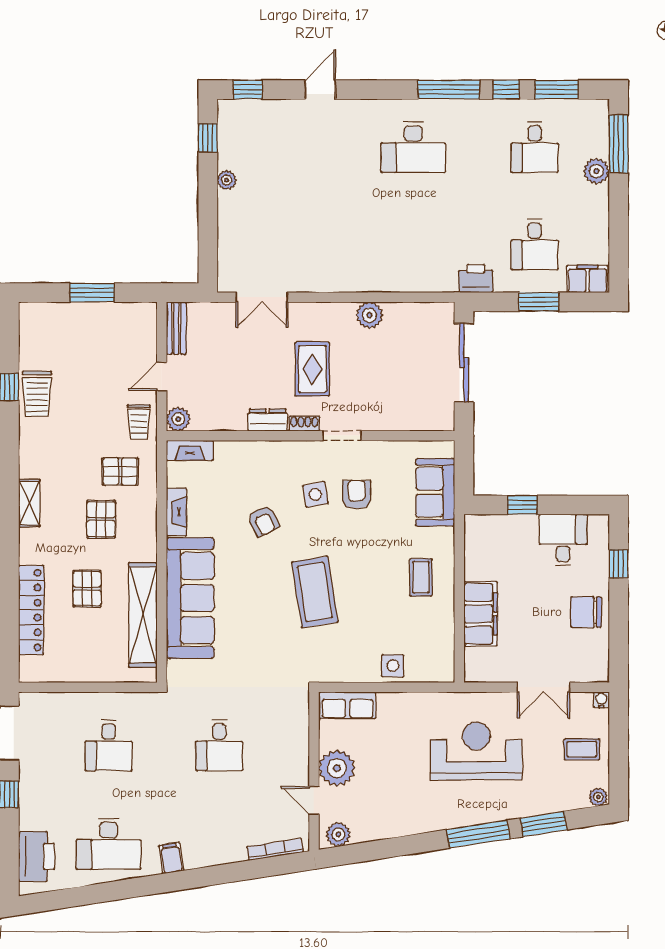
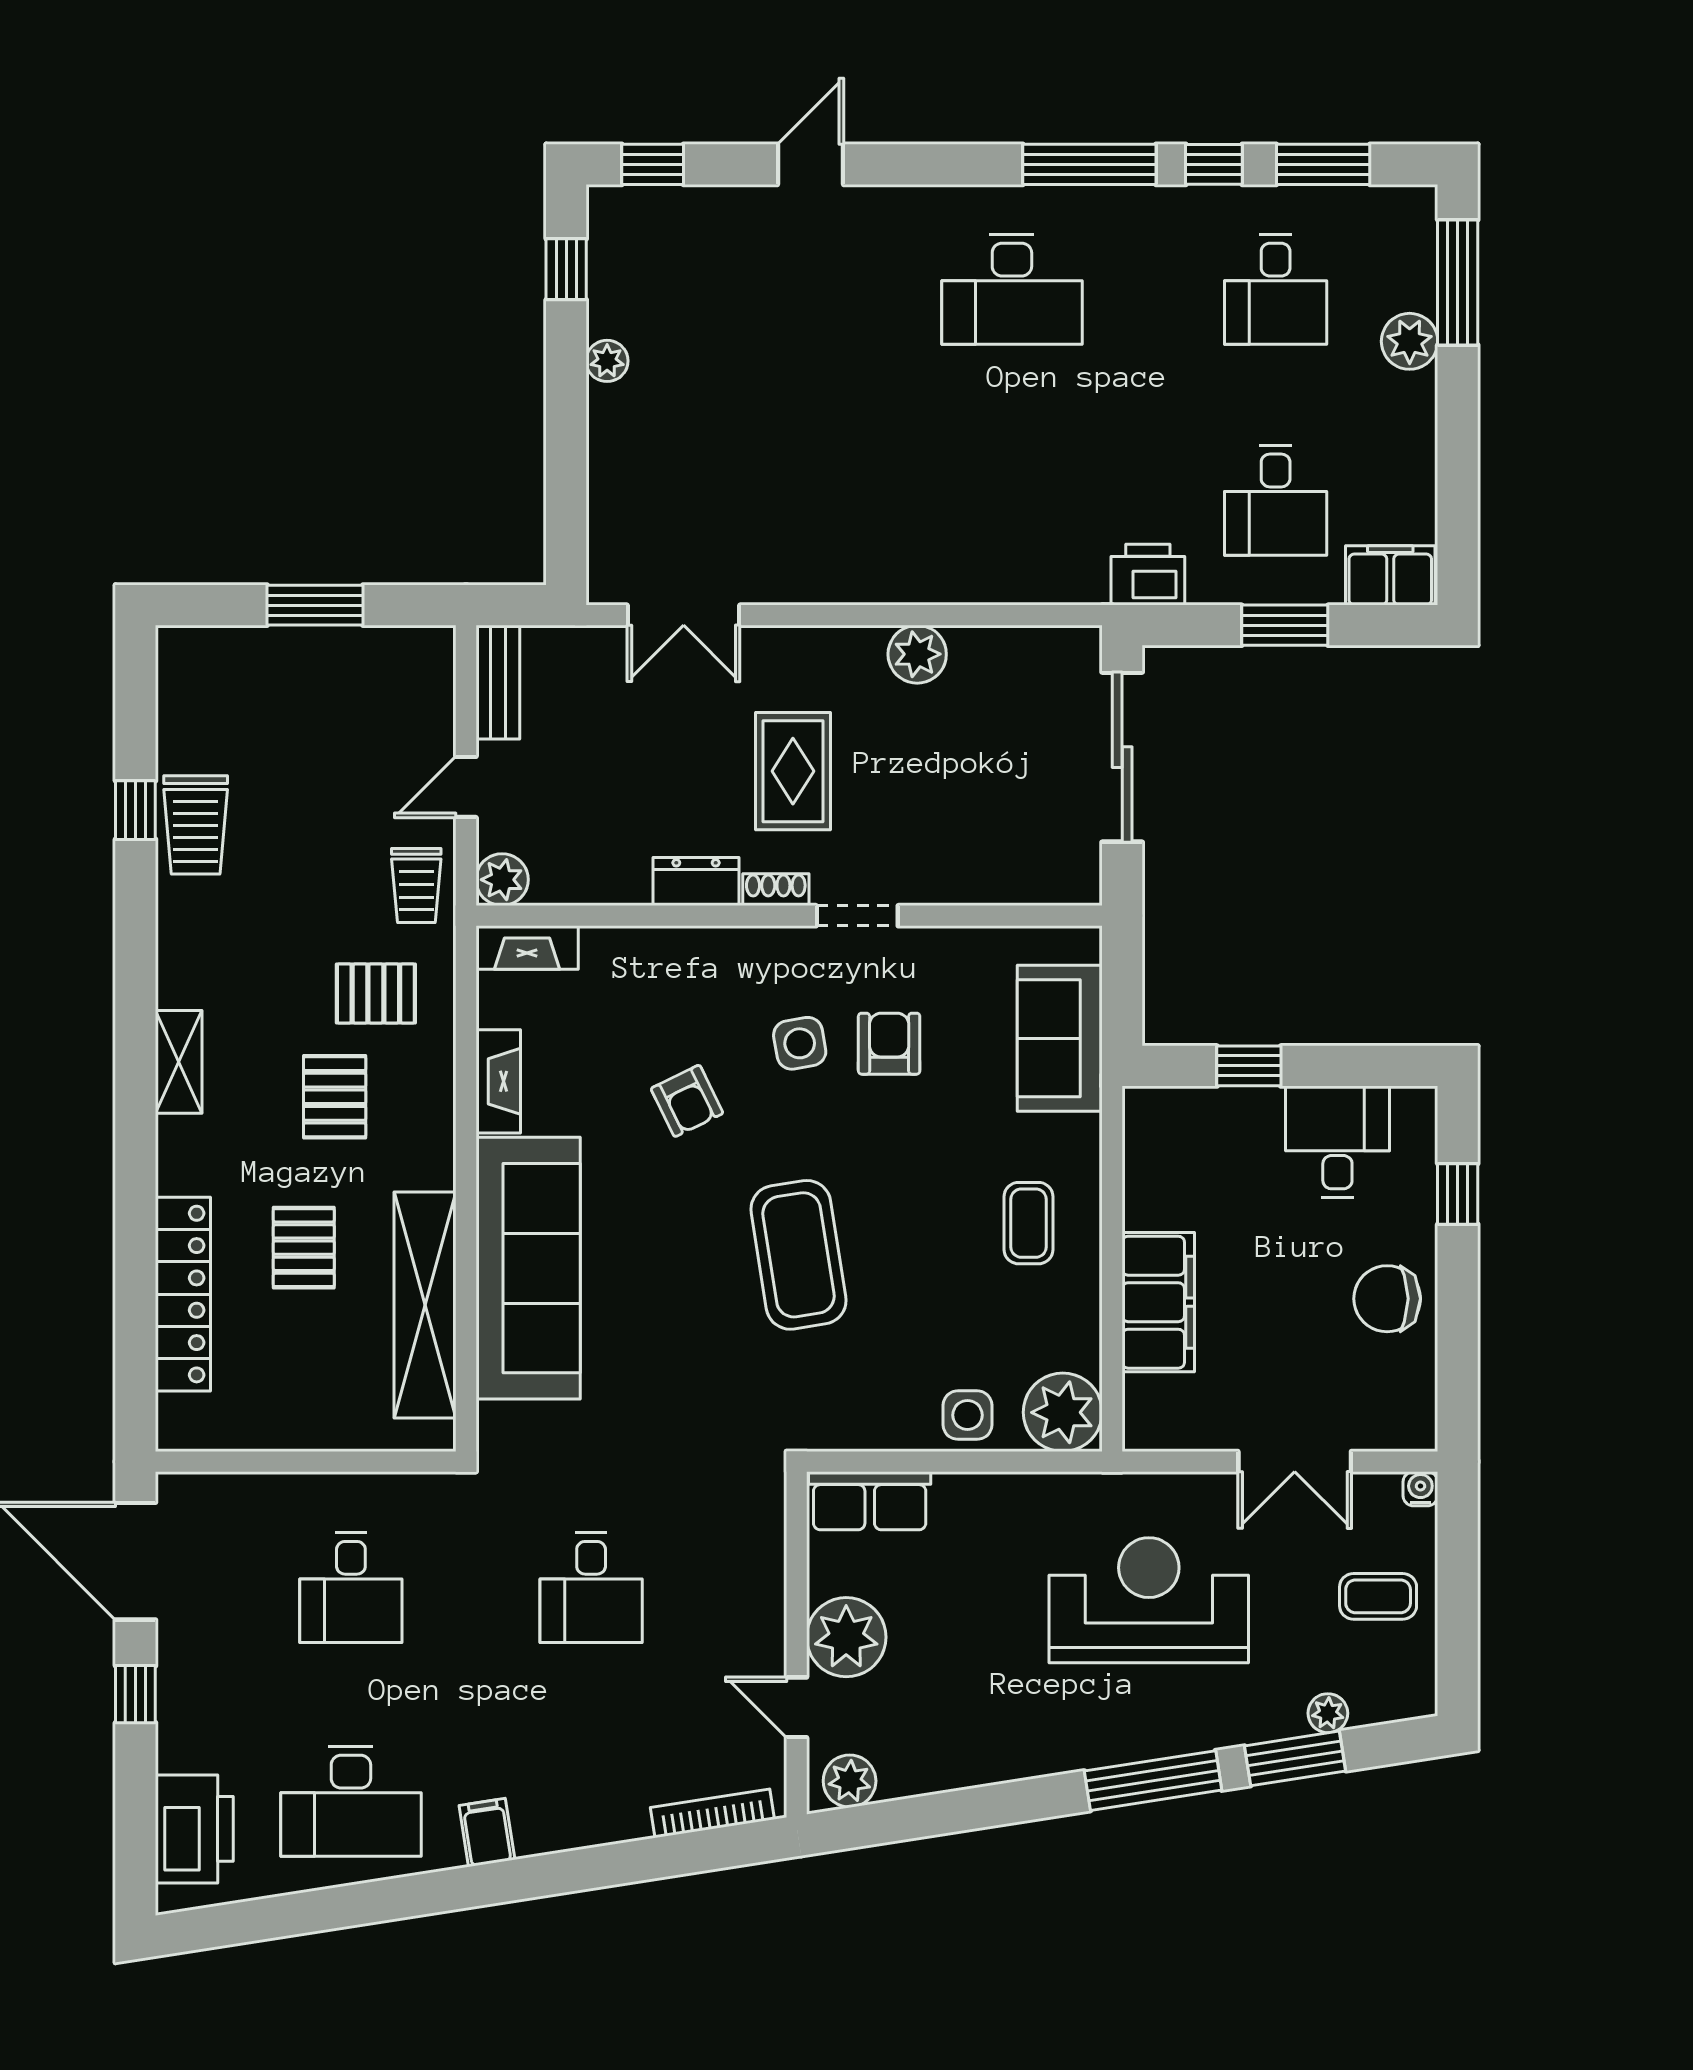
plant: (437, 664) -> (1063, 1412), added
plant: (598, 797) -> (1328, 1713), moved

